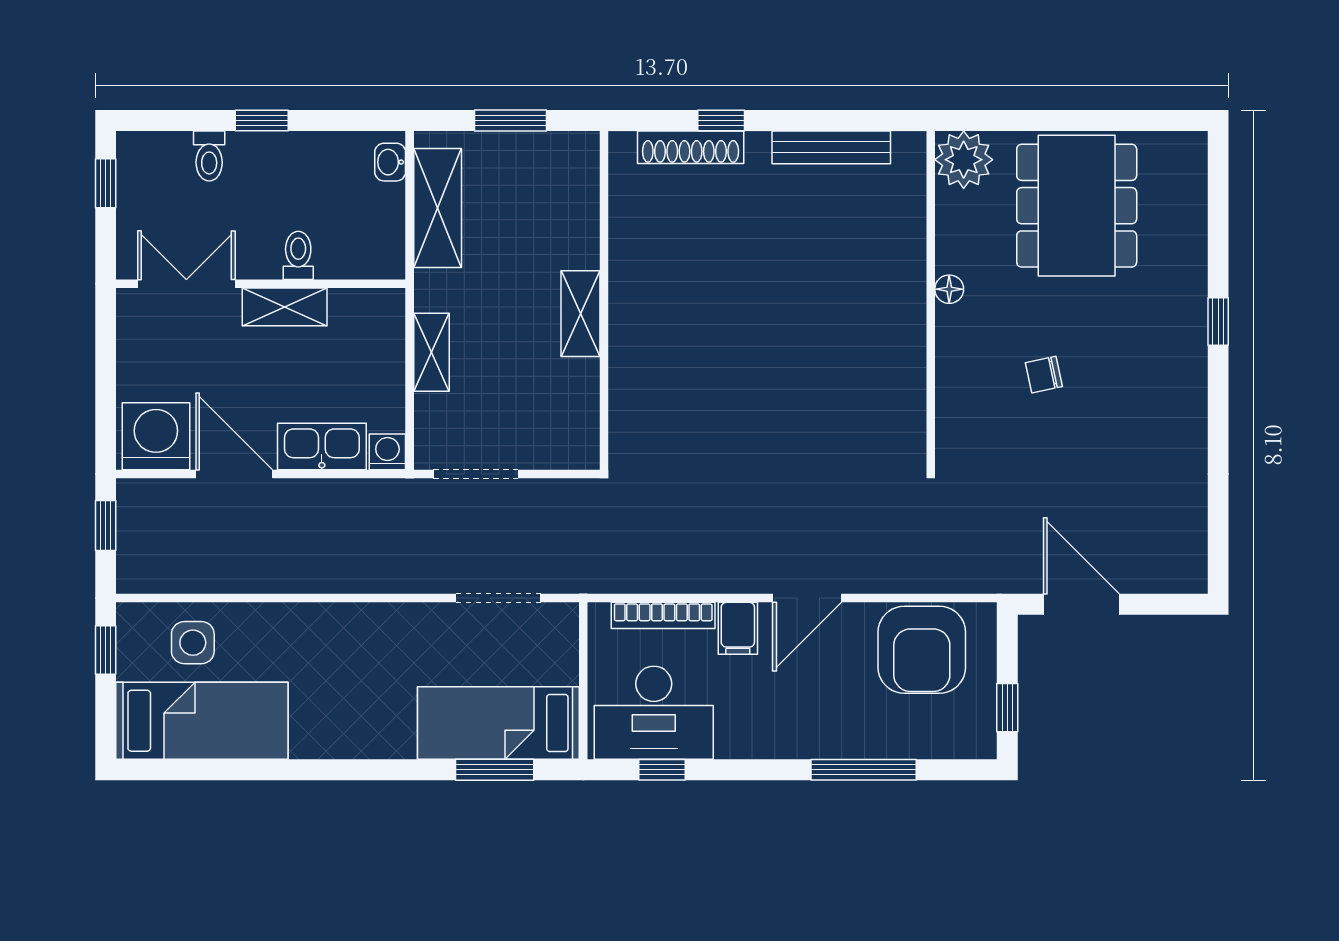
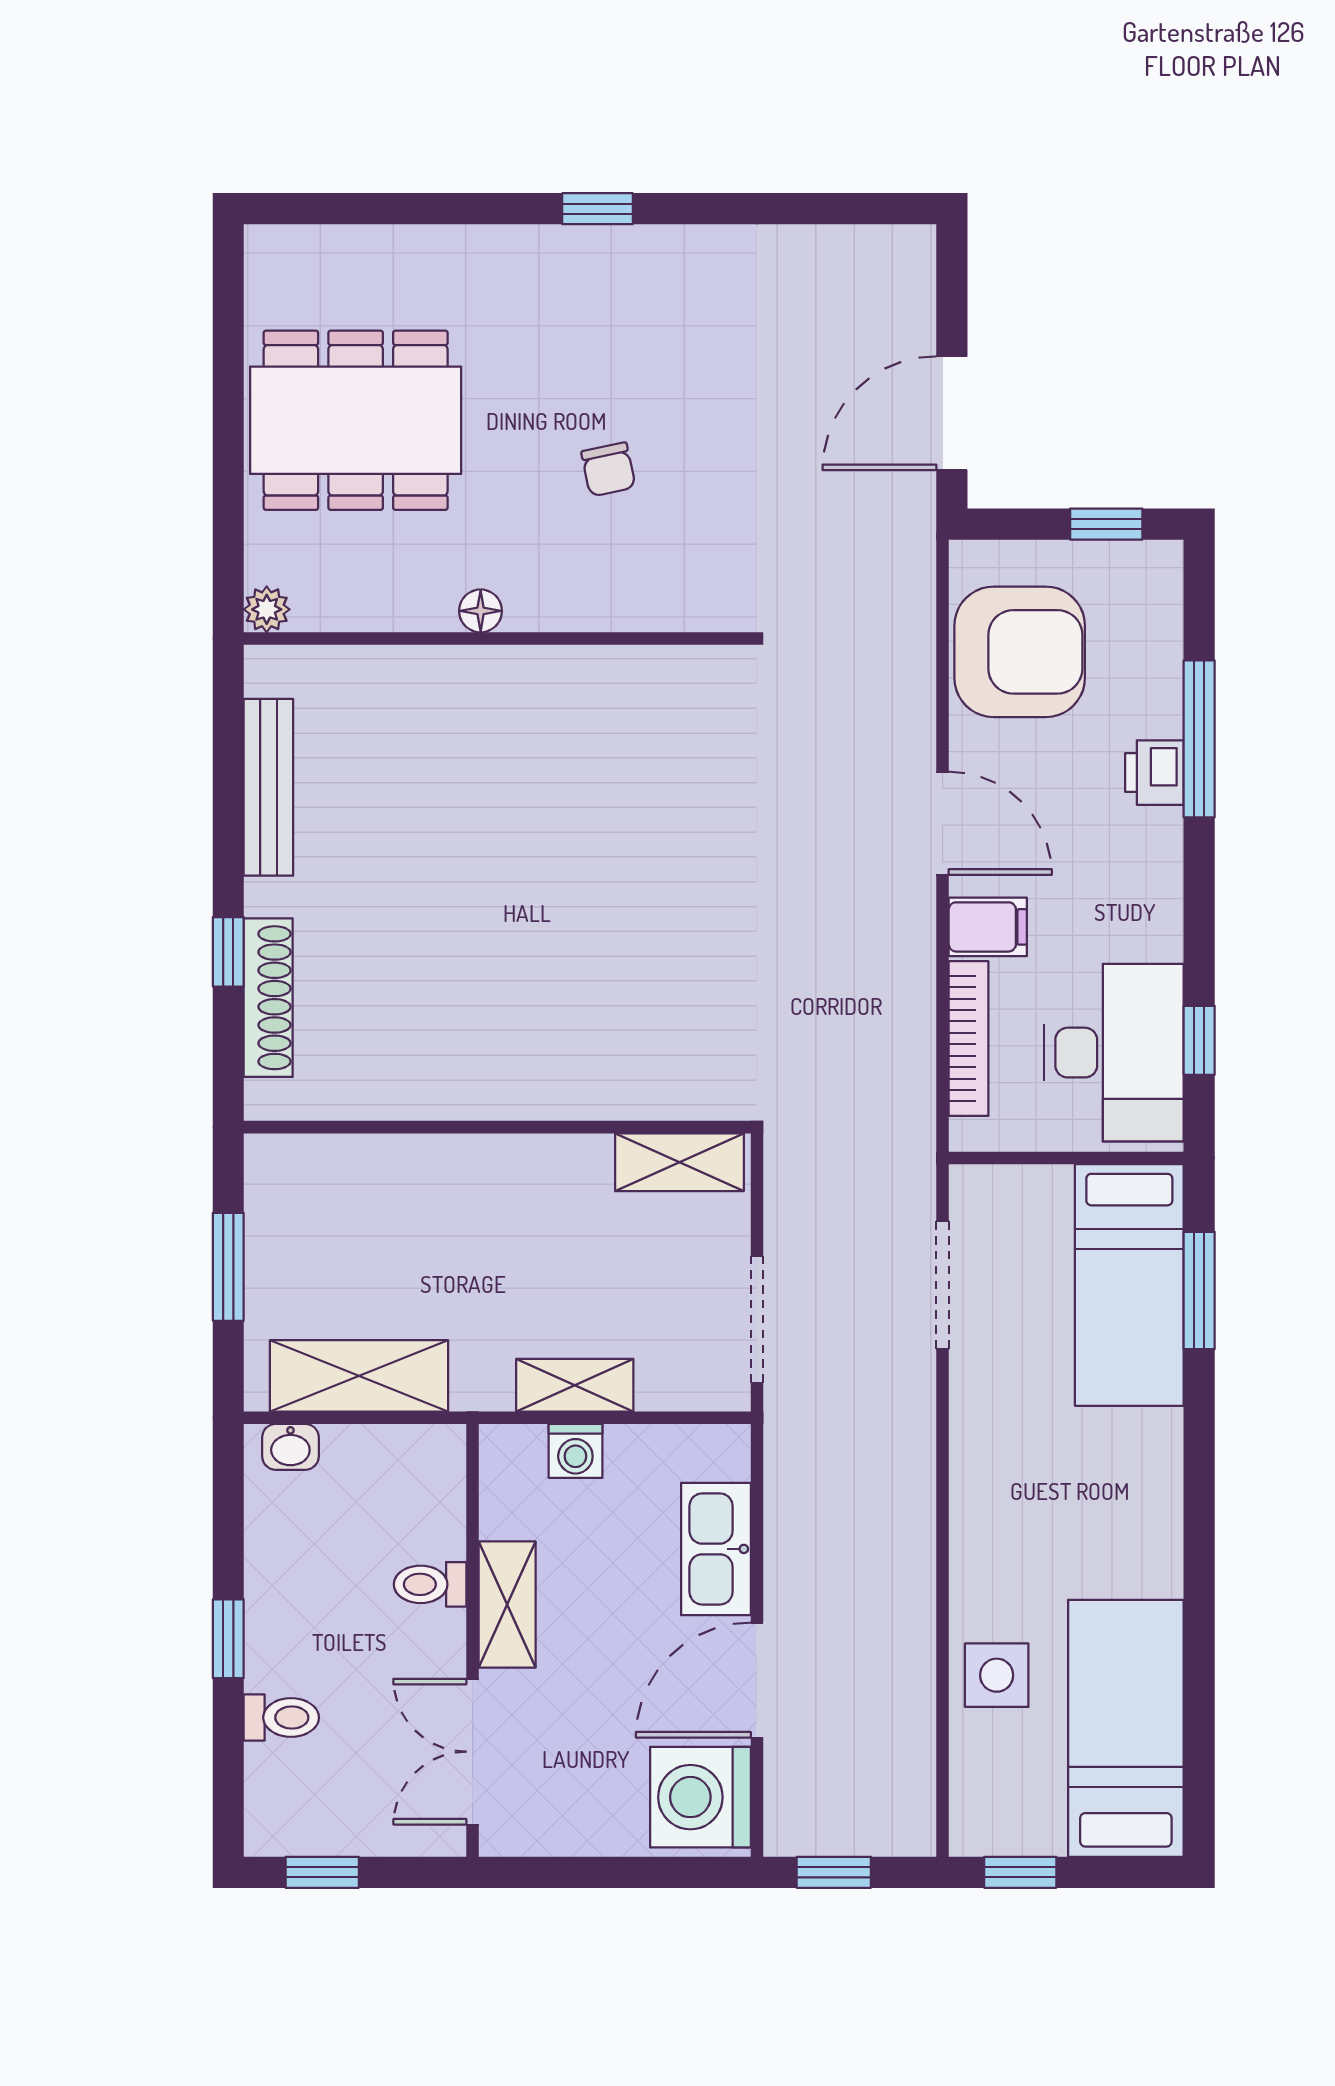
plant: (964, 160) -> (267, 609), width x0.53, depth x0.53
shelving: (580, 314) -> (679, 1162), moved
window: (1218, 321) -> (598, 209), moved
washing machine: (387, 452) -> (575, 1451), moved, turned -90
side table: (193, 643) -> (997, 1675), moved
printer: (841, 740) -> (1154, 773), added

